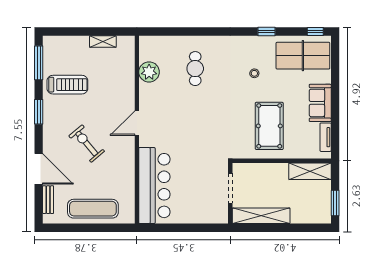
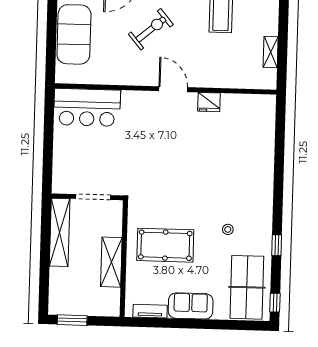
cafe table: (195, 69) -> (235, 160), removed
plant: (149, 72) -> (233, 105), removed
fridge: (147, 92) -> (209, 102), added
shelving: (310, 171) -> (111, 262), moved
bar counter: (154, 186) -> (87, 107), width x0.73
exercise mat: (93, 209) -> (74, 34), width x1.47

